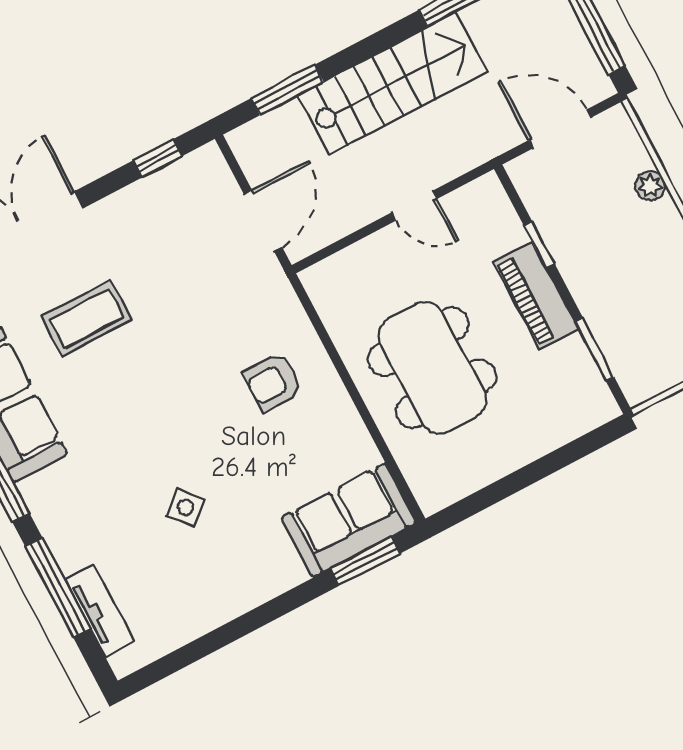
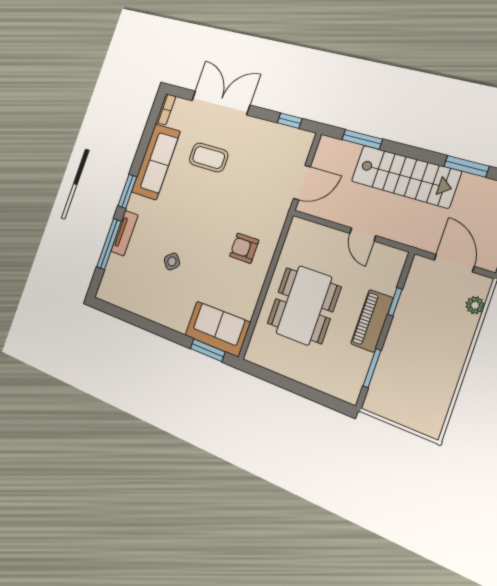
plant: (650, 186) -> (475, 305), moved
tv unit: (99, 610) -> (124, 233), moved

